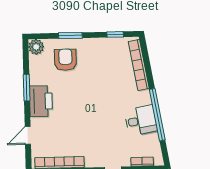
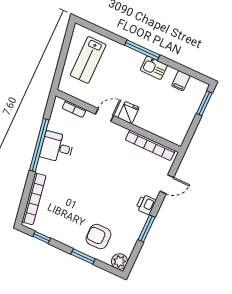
armchair: (65, 60) -> (98, 237), turned 90
printer: (41, 101) -> (146, 205), width x0.53, depth x0.68

